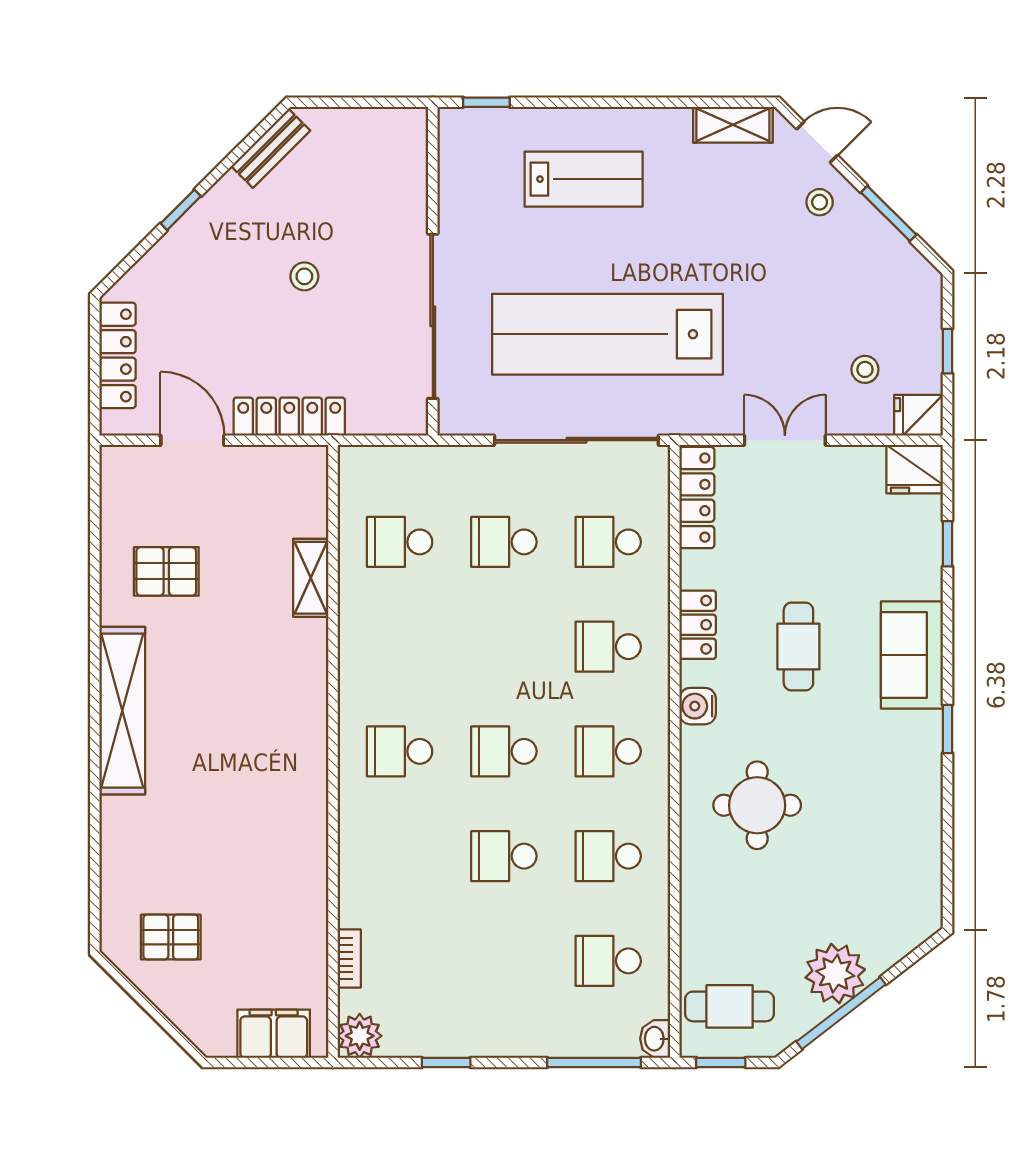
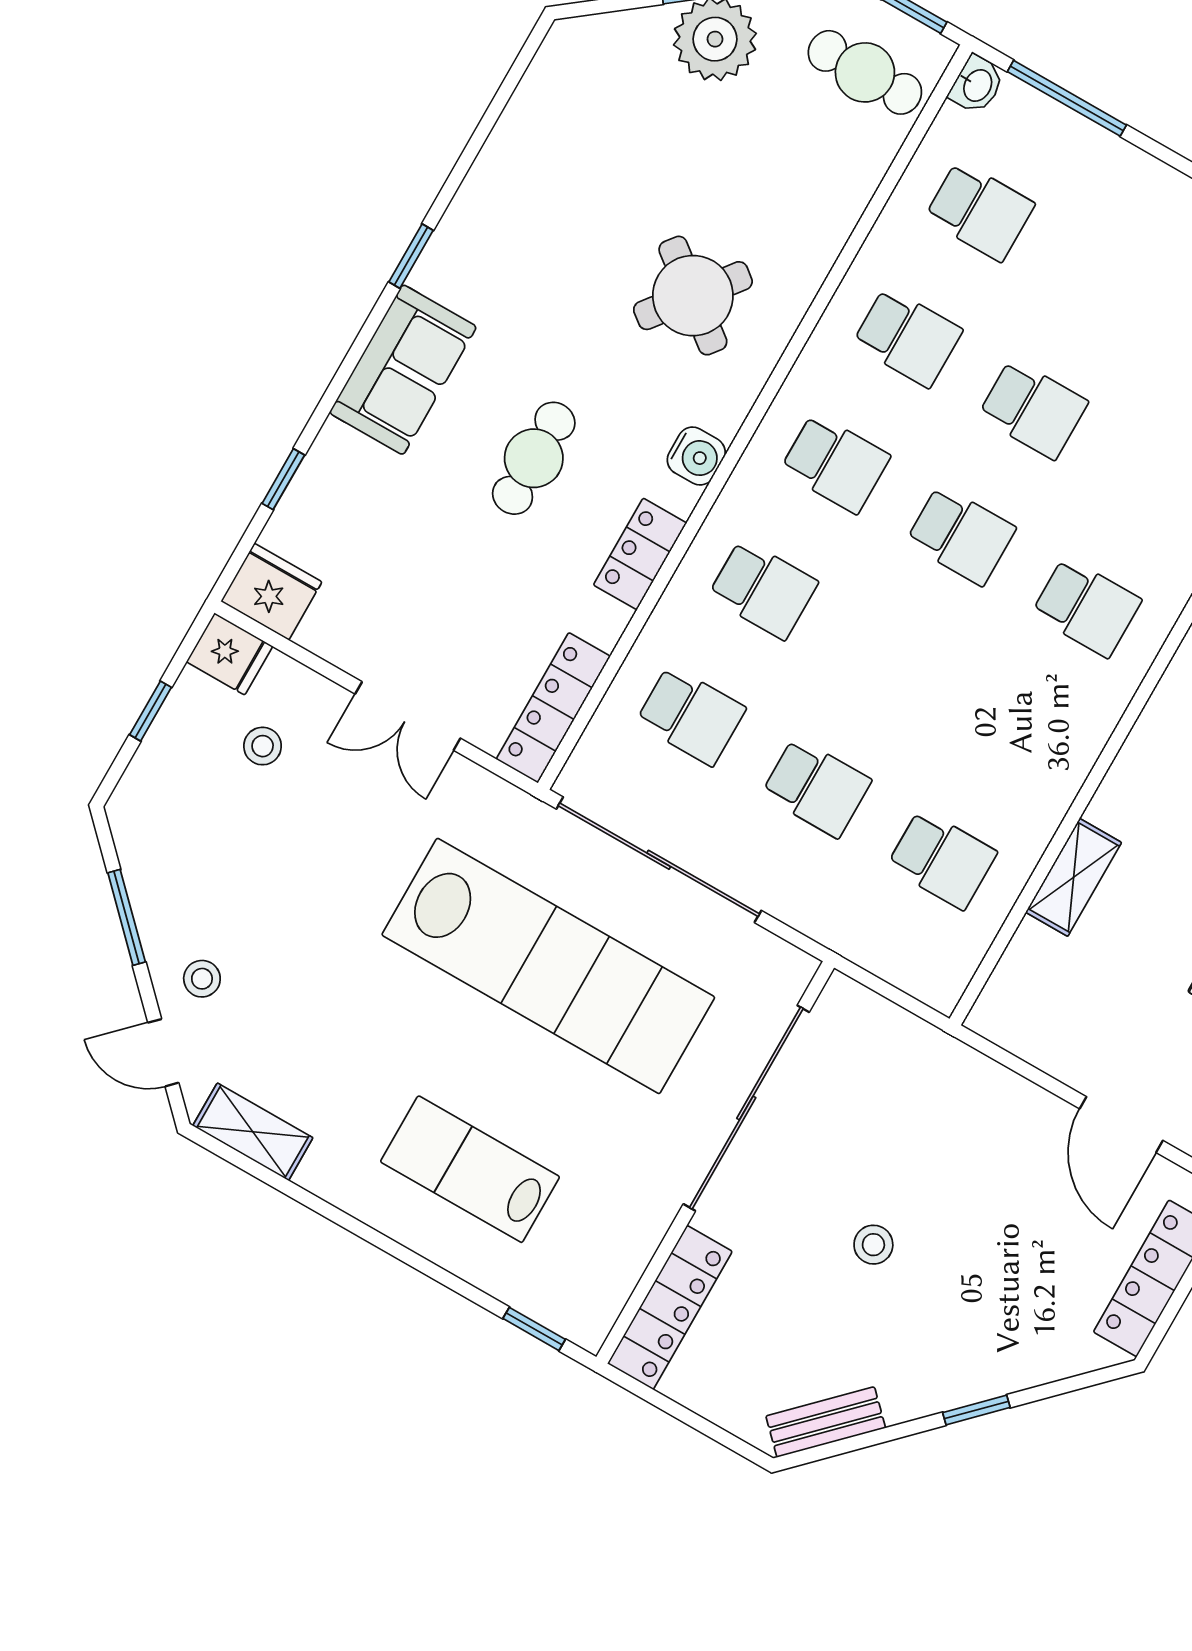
locker: (289, 417) -> (670, 1307), moved, turned -90
round table: (757, 805) -> (693, 296), turned 38

